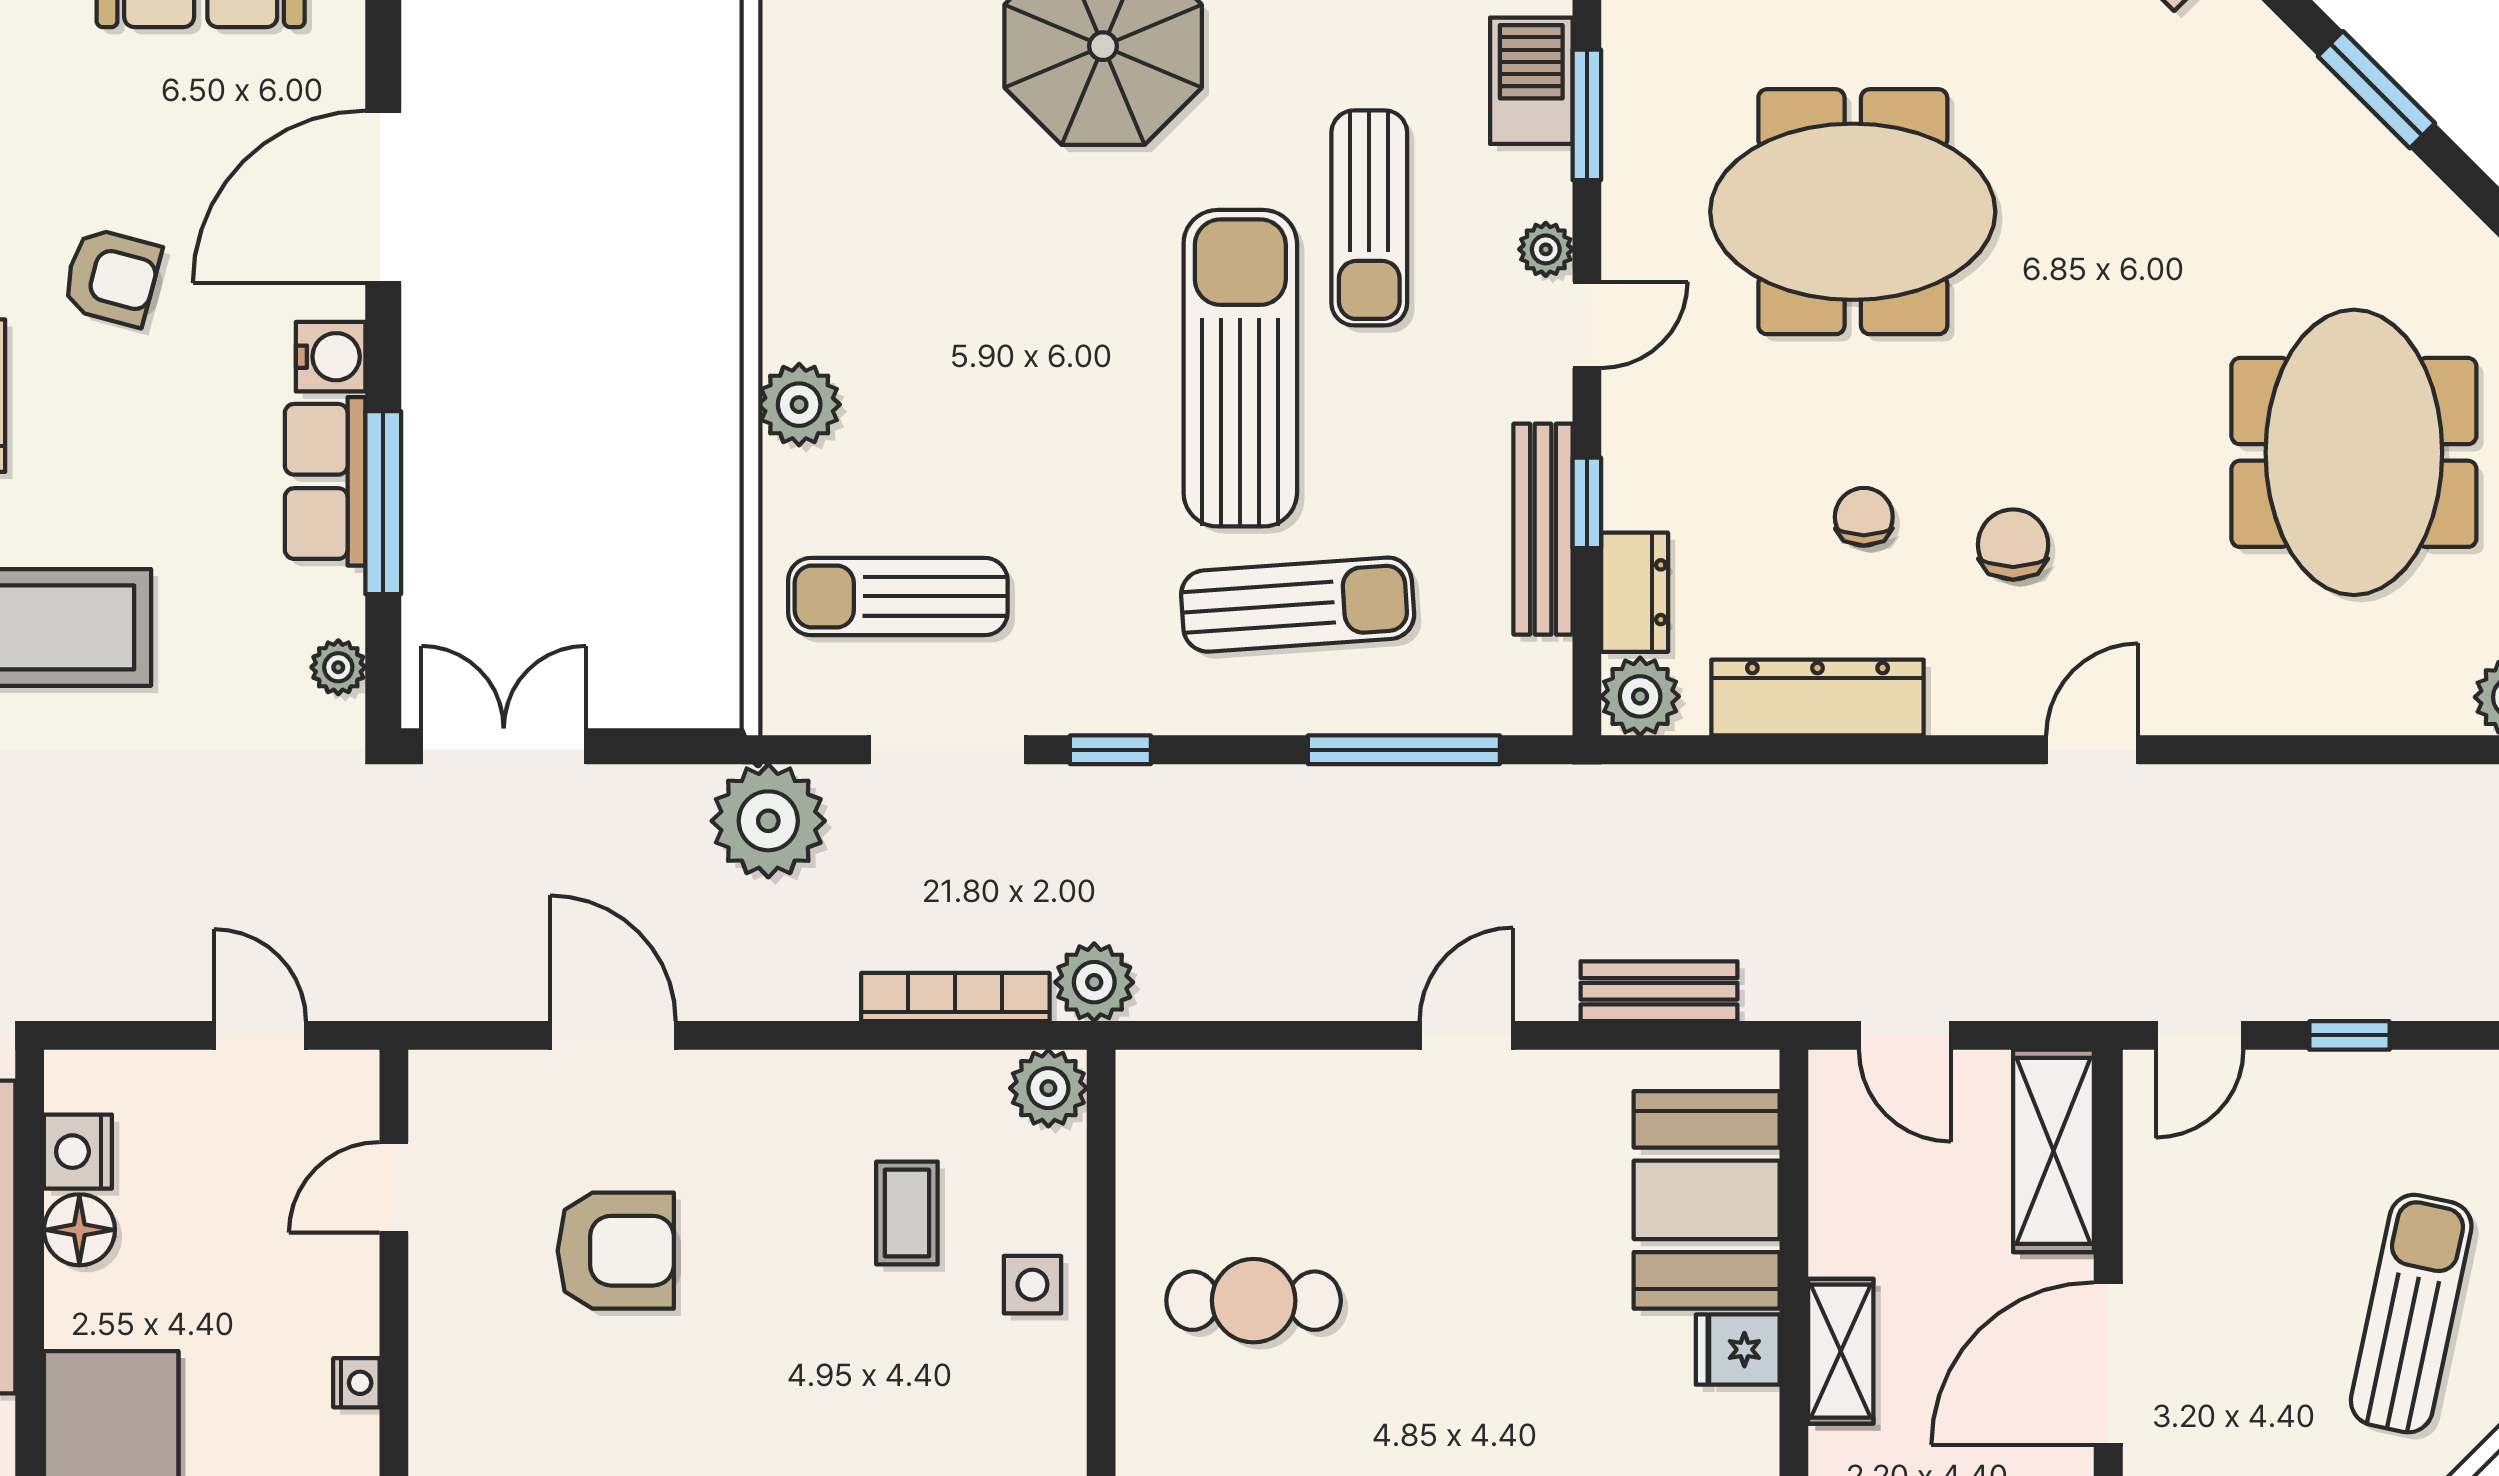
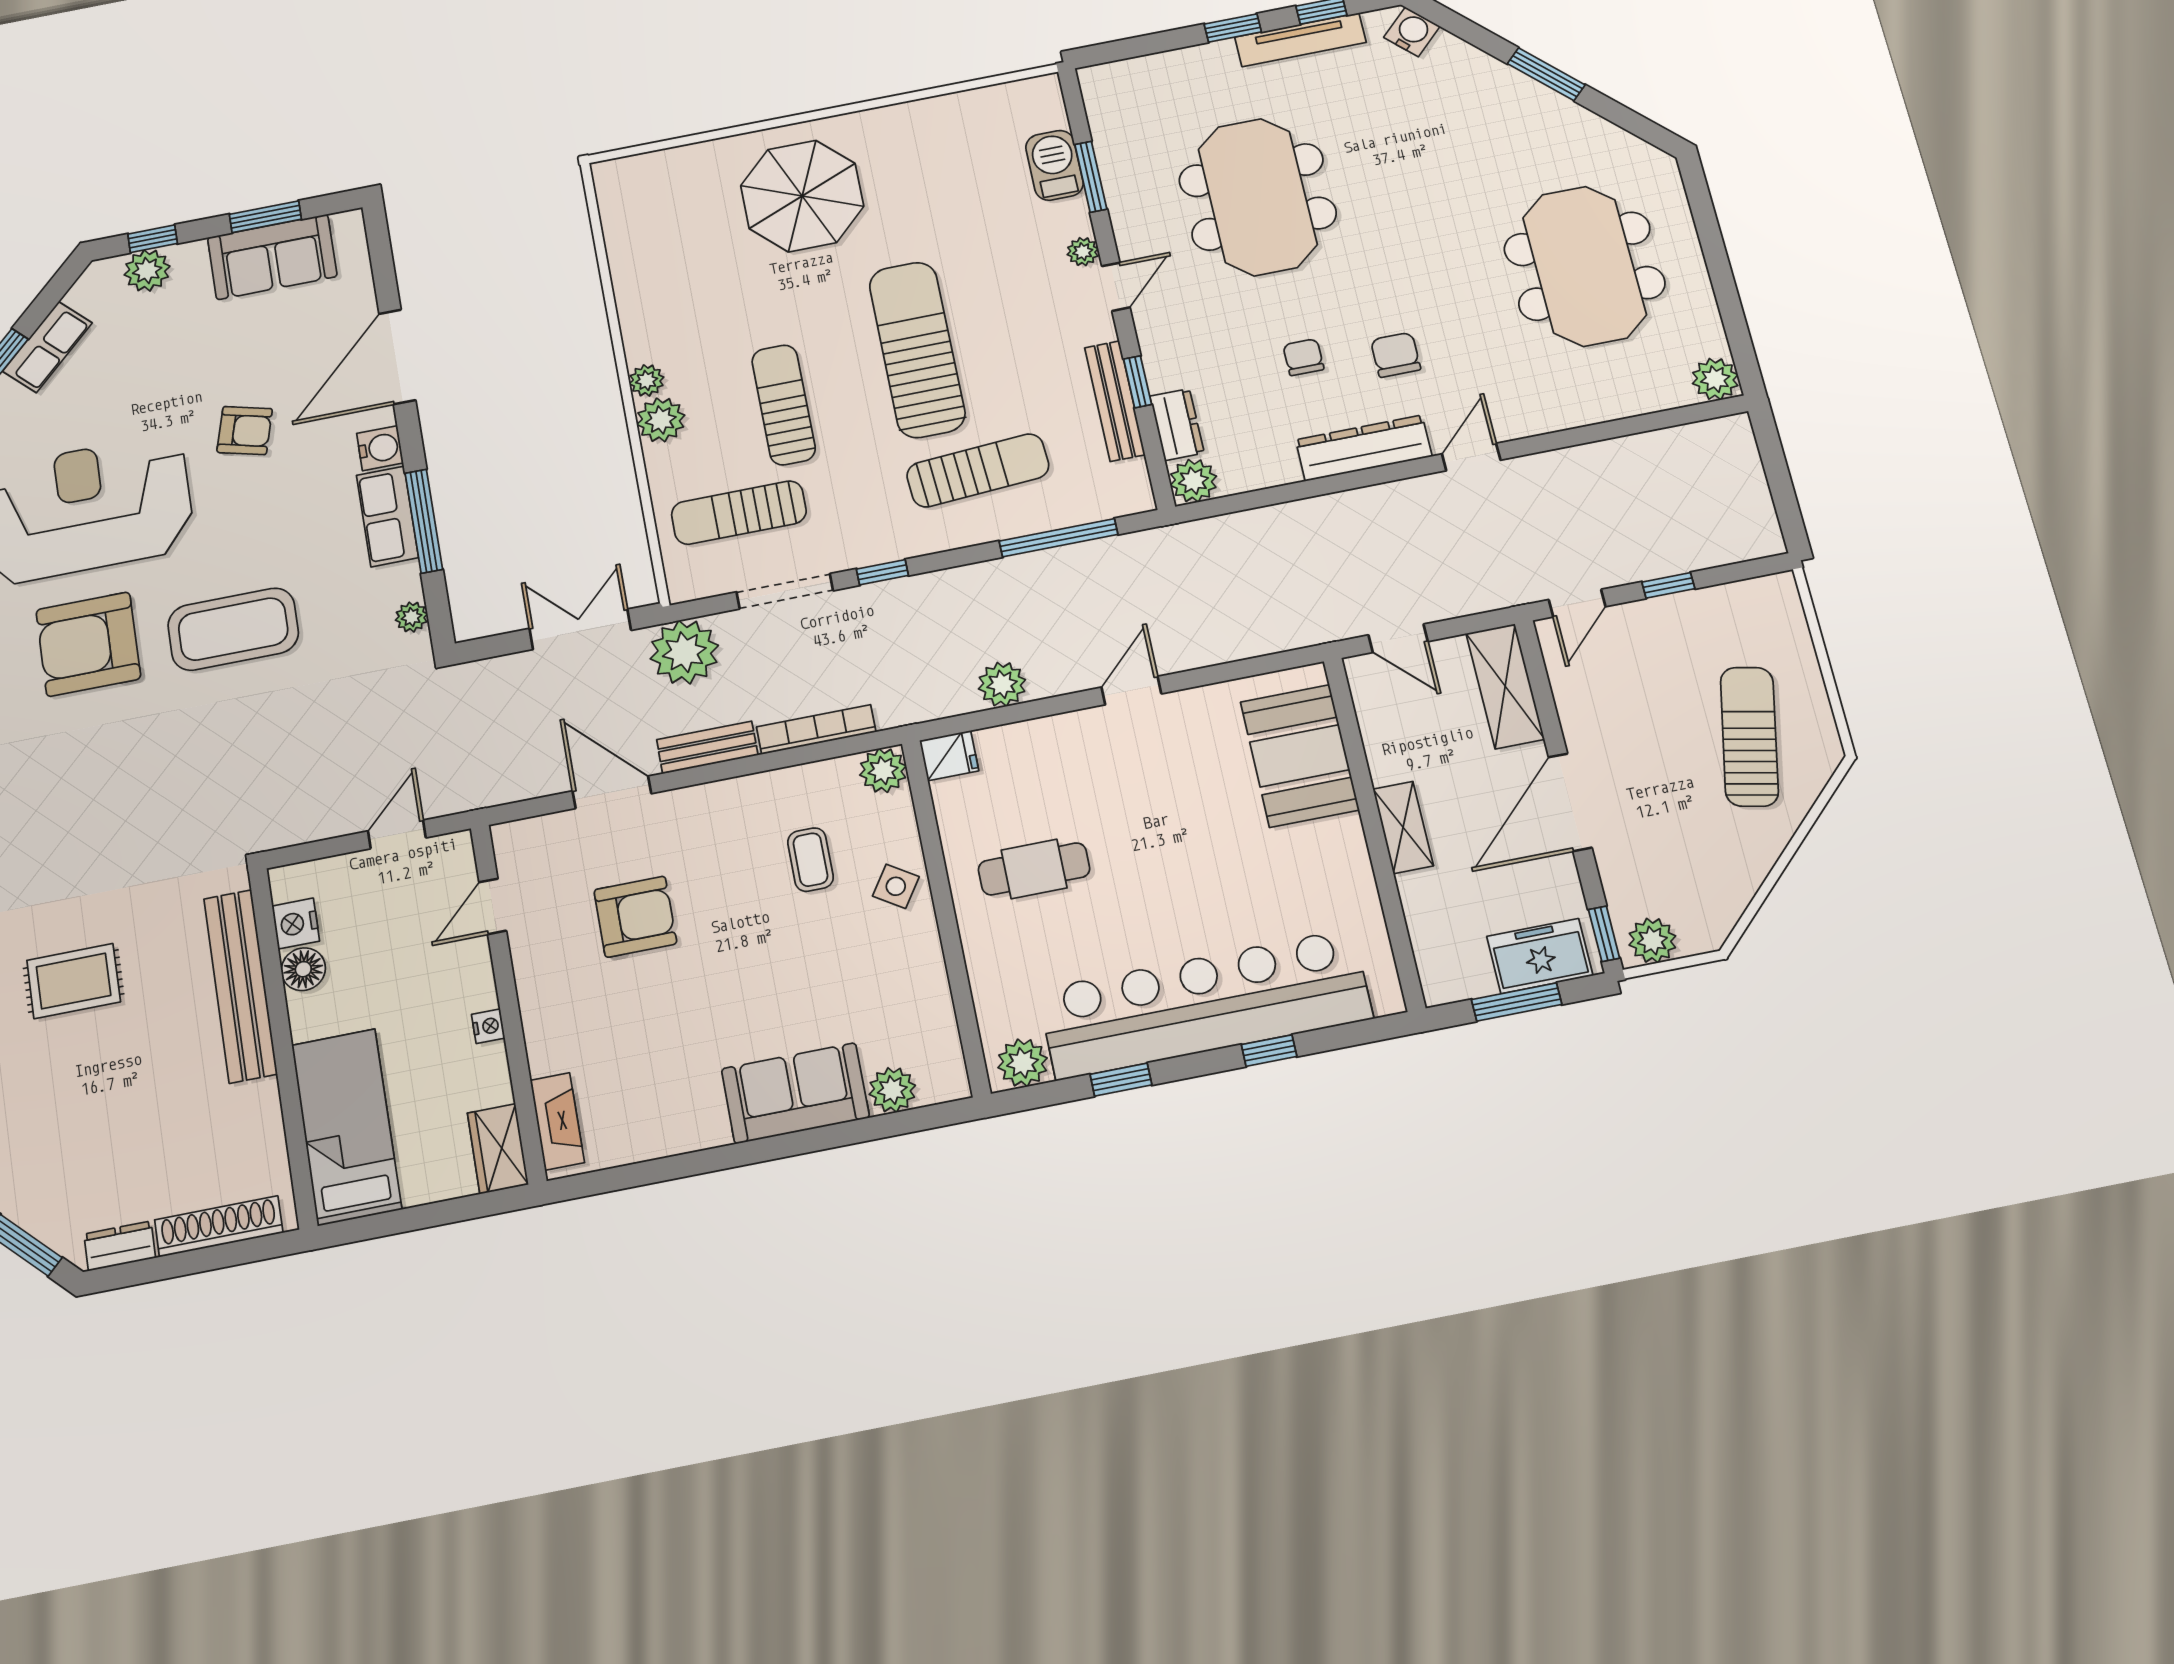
meeting table: (1853, 212) -> (1258, 197), turned 90
sun lounger: (1369, 218) -> (784, 405), moved, turned 180
plant: (788, 328) -> (647, 380), added
dresser: (1818, 698) -> (1364, 448), moved
double door: (504, 746) -> (580, 629), moved
plant: (1094, 982) -> (1002, 684), moved
bench: (1659, 991) -> (707, 747), moved
door: (260, 1035) -> (397, 834), hinge flipped
side table: (1032, 1285) -> (896, 886), turned 33
fridge: (1738, 1350) -> (949, 756), moved, turned 180

